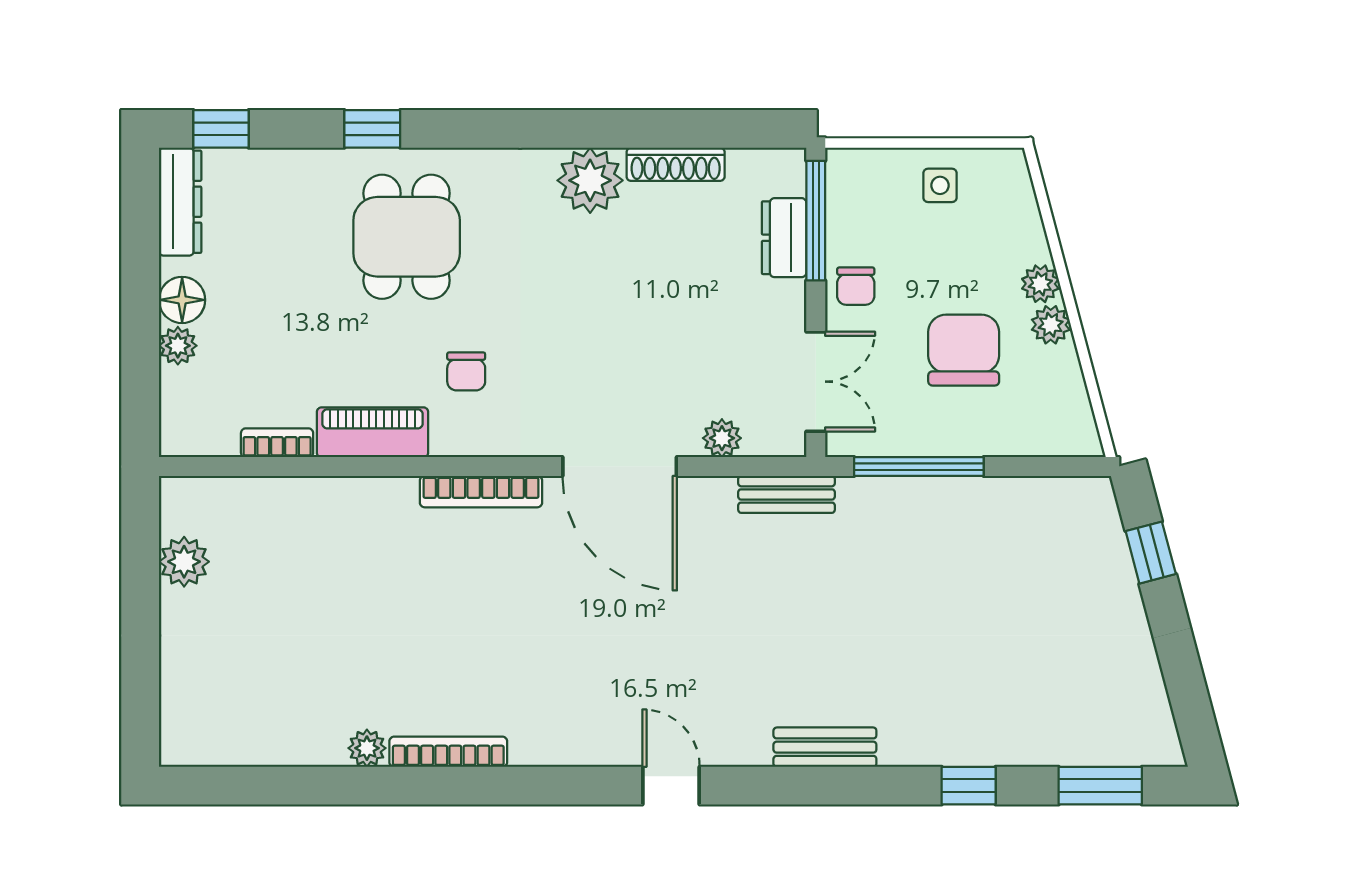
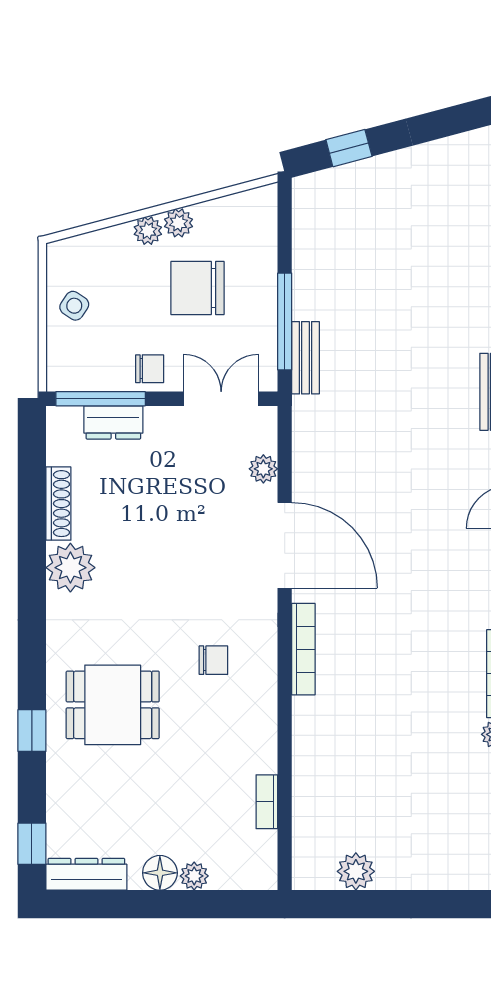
side table: (940, 185) -> (74, 306), turned 34
piano: (373, 432) -> (259, 730), removed
door: (620, 467) -> (285, 545), hinge flipped
bench: (786, 494) -> (305, 358), moved

